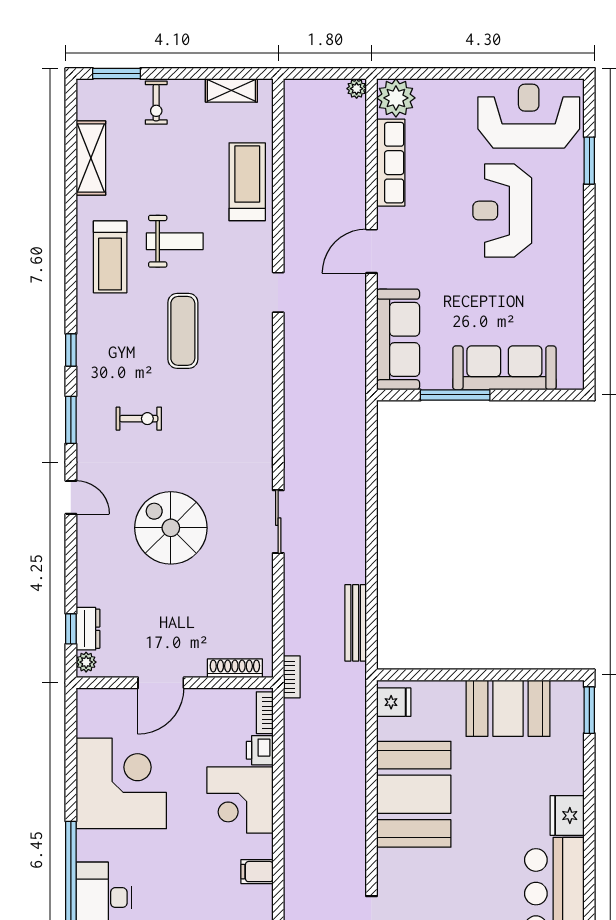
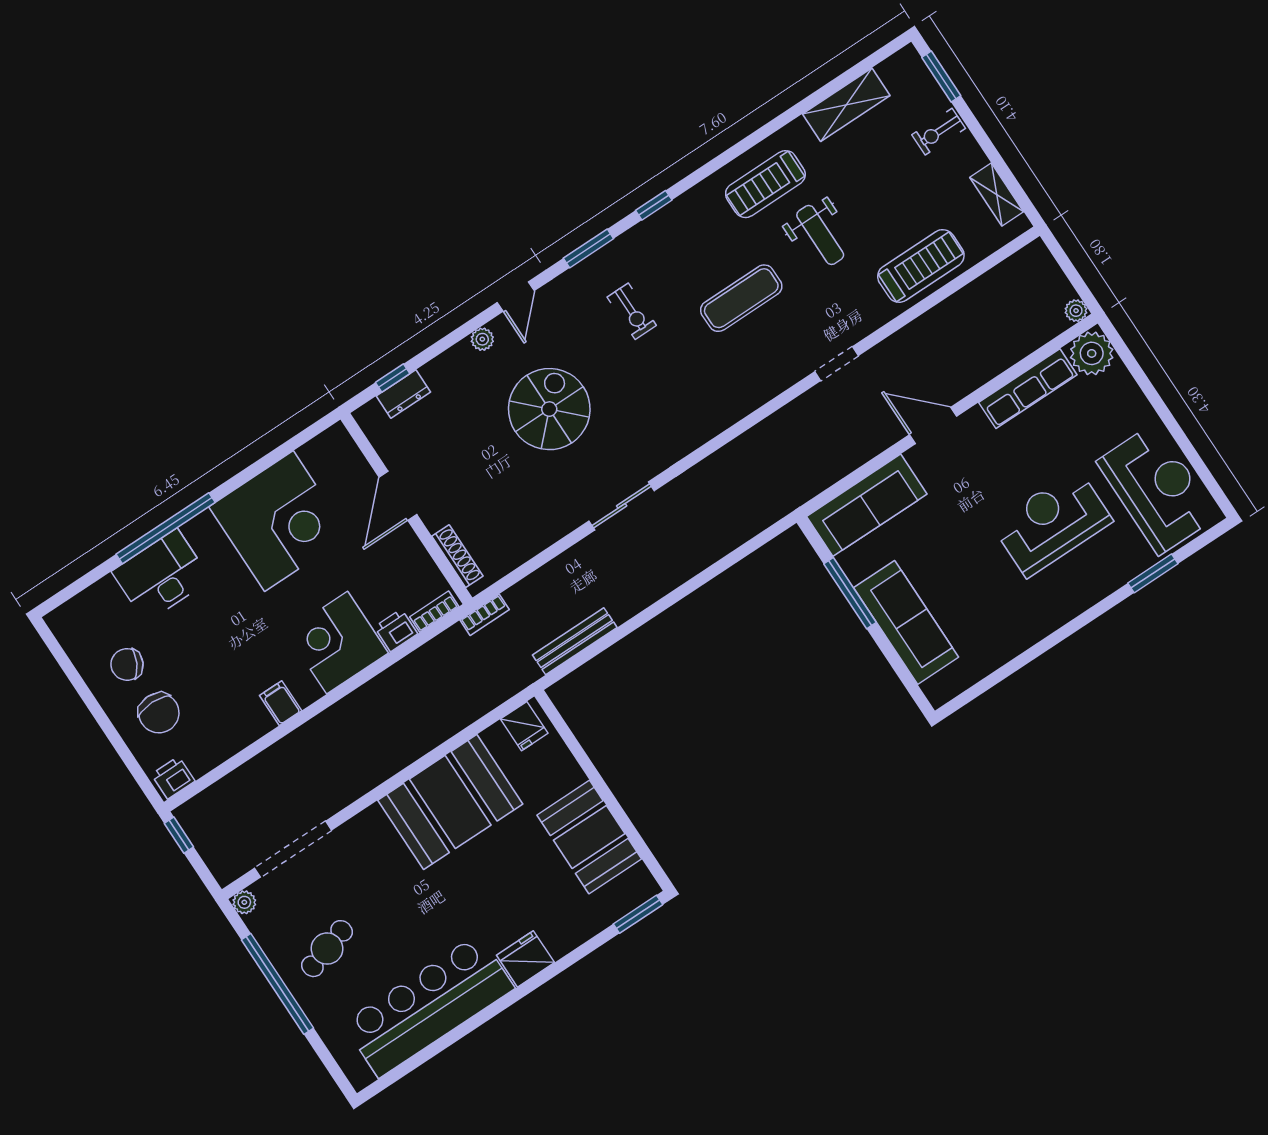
plant: (86, 662) -> (482, 339), moved
door: (161, 683) -> (398, 496), hinge flipped

